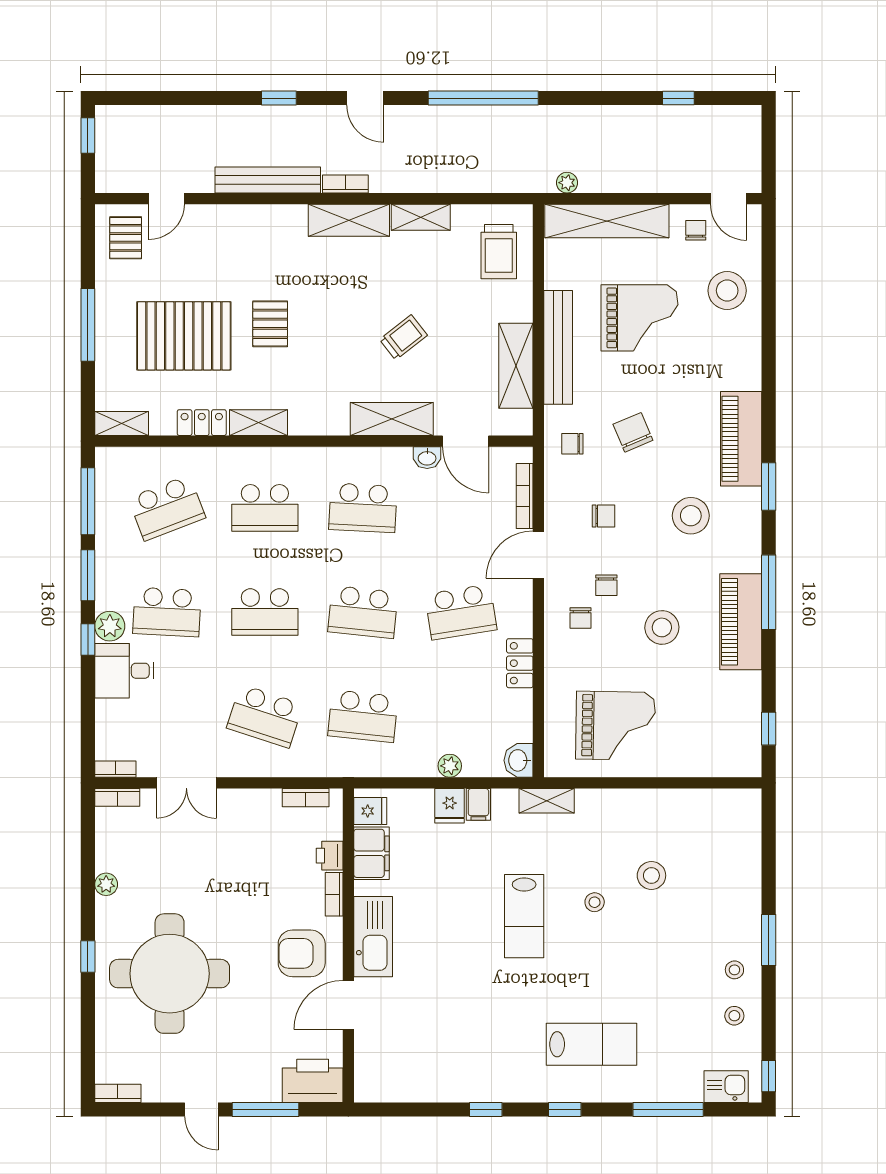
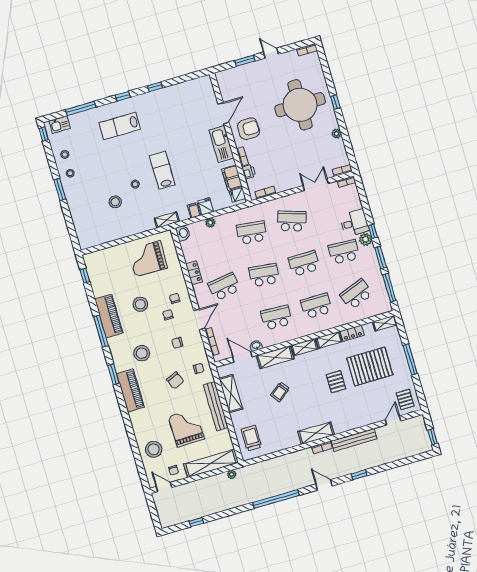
shelving: (421, 217) -> (304, 347), moved
grand piano: (639, 318) -> (186, 428), turned 89
printer: (313, 1081) -> (229, 78), removed
window: (266, 1109) -> (245, 61), width x0.69

